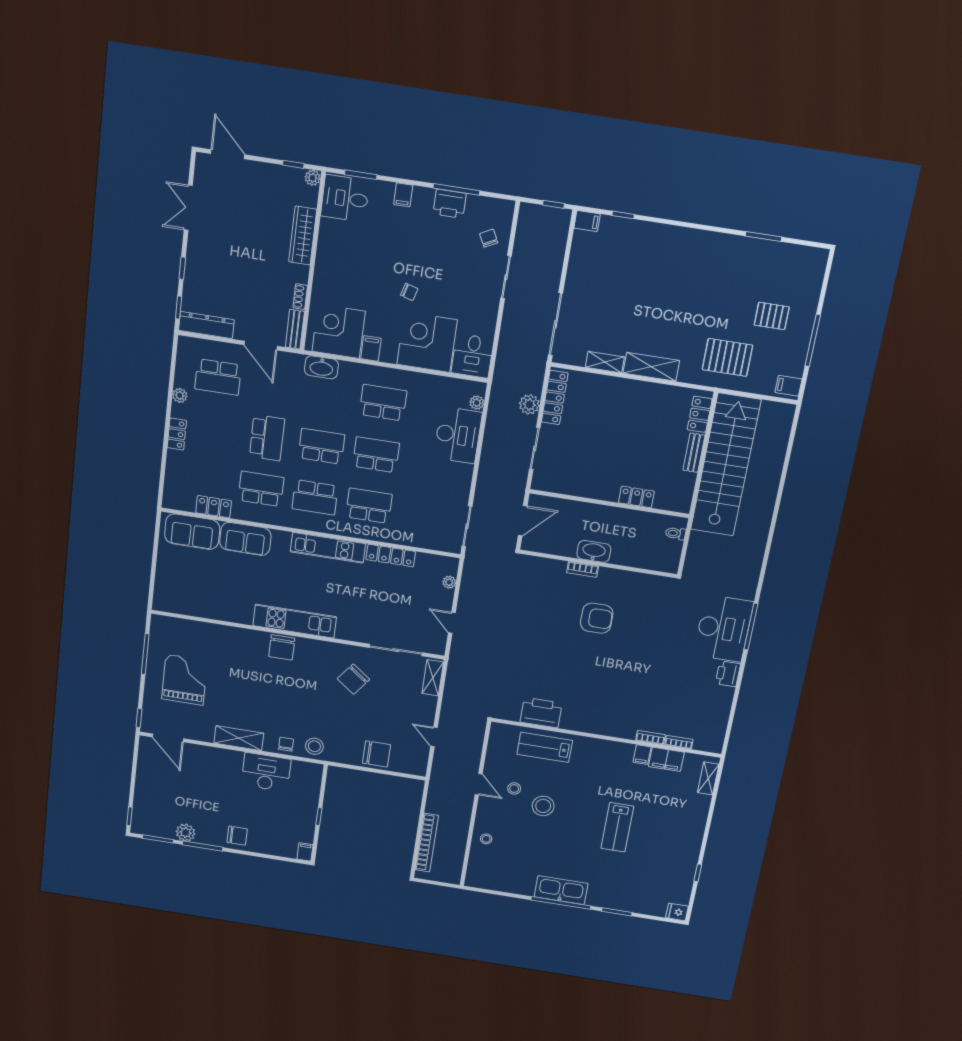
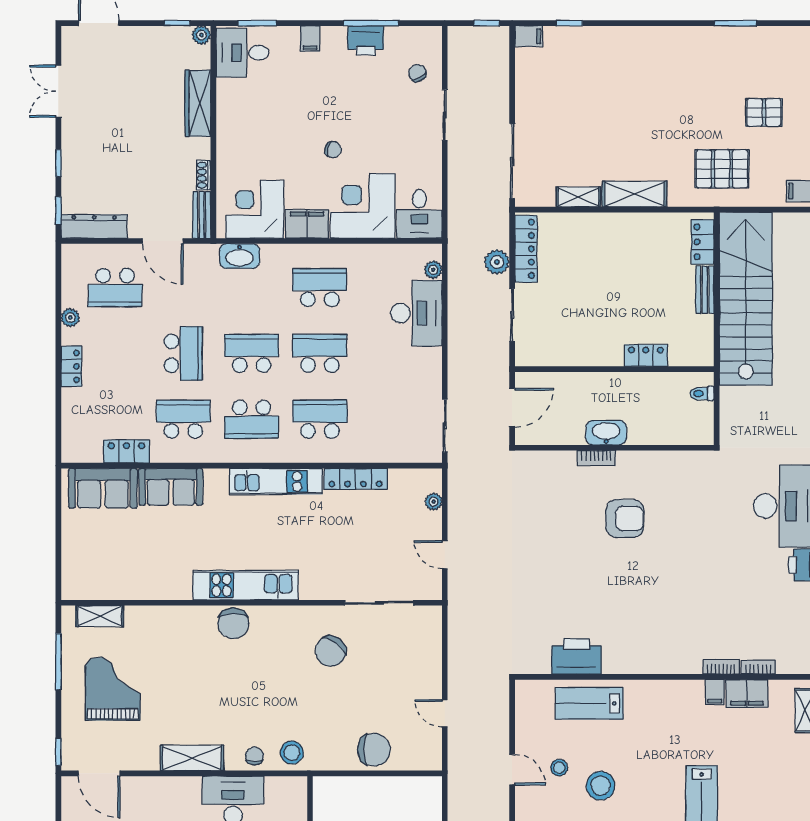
filing cabinet: (371, 348) -> (307, 224), width x2.00
shelving: (433, 678) -> (100, 616), moved, turned 90

